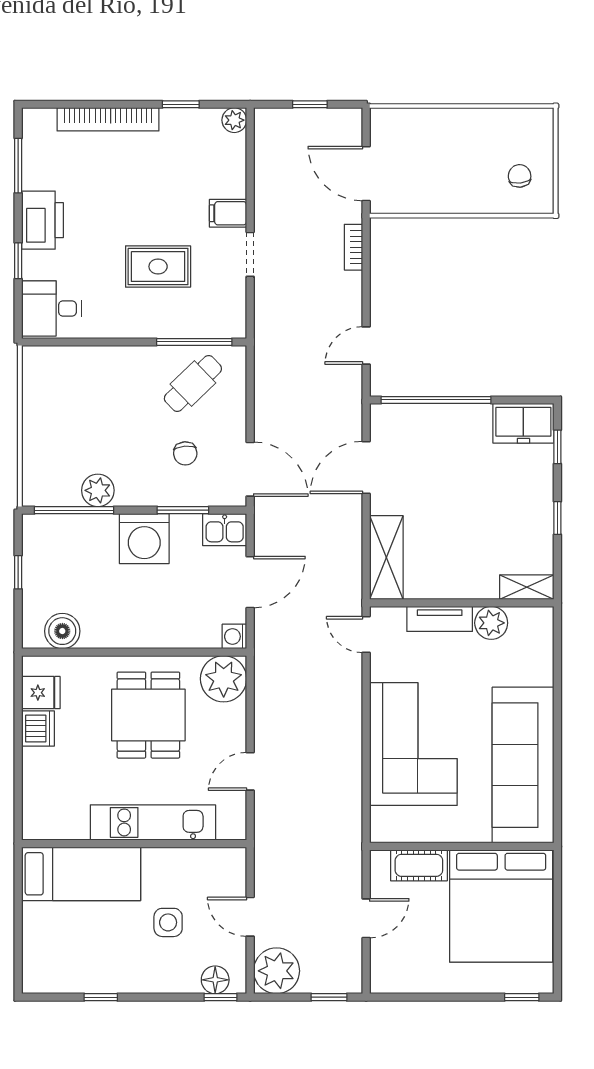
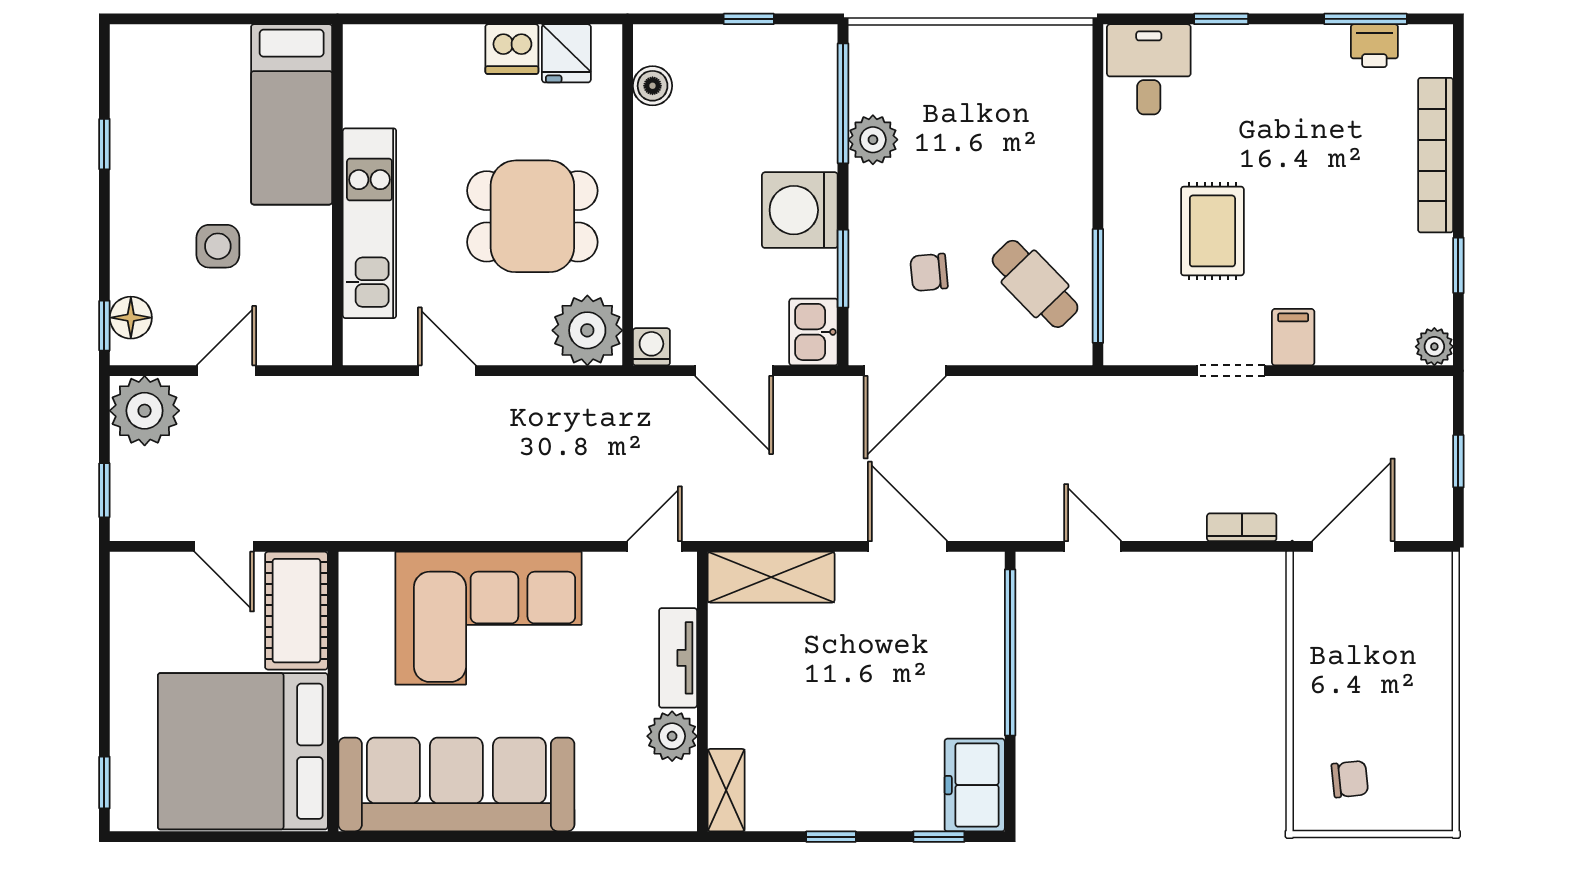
printer: (43, 220) -> (1374, 46), moved, width x0.53, depth x0.68
boiler: (62, 631) -> (653, 86), width x0.73, depth x0.73
cot: (419, 865) -> (296, 611), width x1.37, depth x1.34

